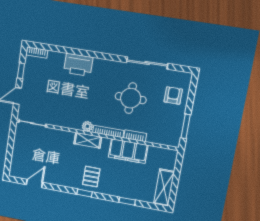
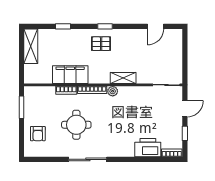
sliding door: (147, 63) -> (88, 159), moved
printer: (78, 65) -> (148, 148), moved
shelving: (88, 140) -> (123, 78), moved
pallet: (91, 177) -> (101, 44), turned 90

